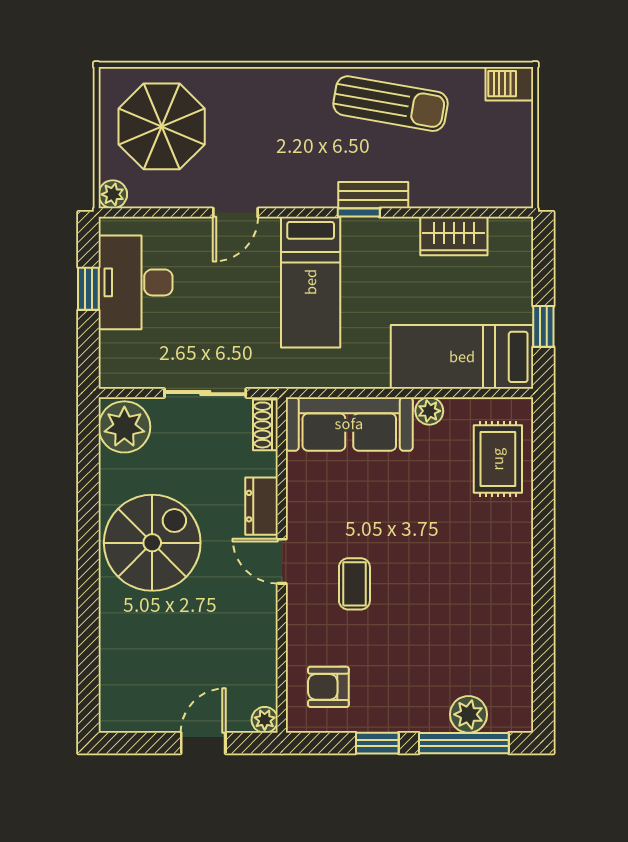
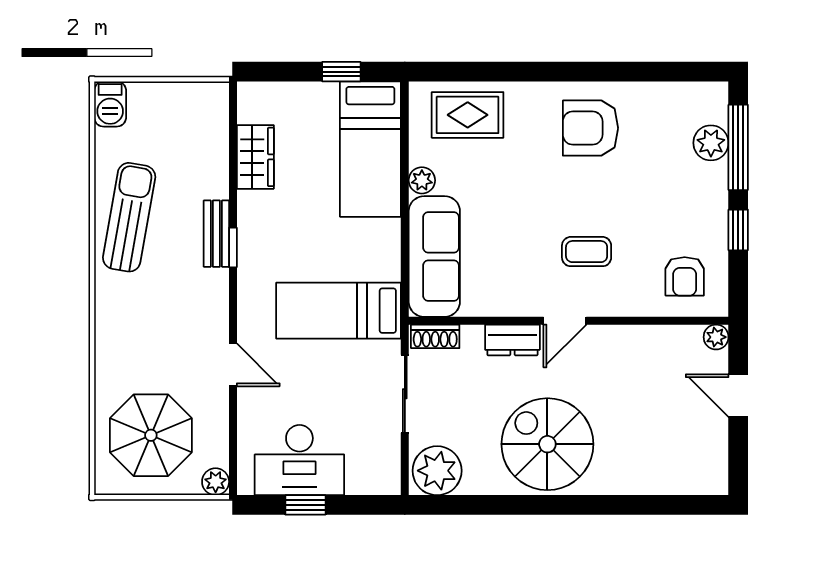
bed: (311, 282) -> (339, 311), moved, turned 180
armchair: (484, 588) -> (590, 128), added

